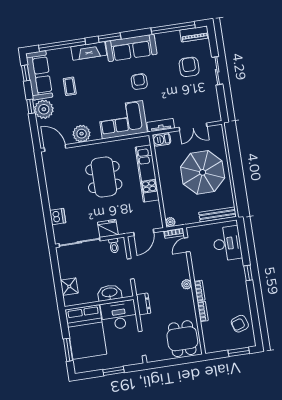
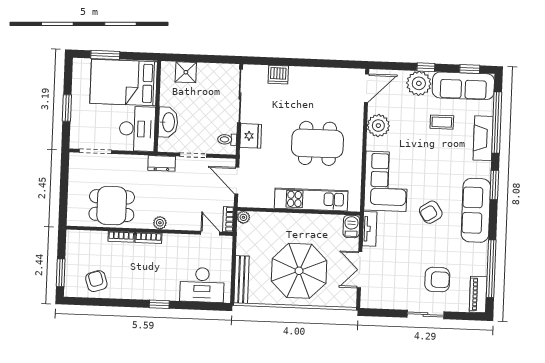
fireplace: (89, 51) -> (483, 138), moved
armchair: (139, 82) -> (431, 212), turned 147
dresser: (143, 304) -> (162, 163), moved
dining table: (182, 339) -> (112, 206), moved

